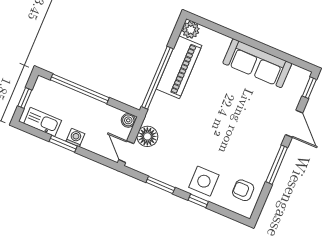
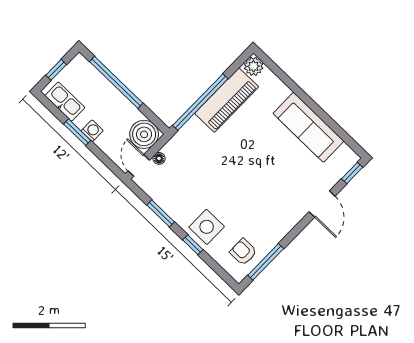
boiler: (128, 120) -> (144, 134), width x1.86, depth x1.86
floor lamp: (147, 136) -> (159, 158), width x0.53, depth x0.53
window: (277, 165) -> (266, 262), moved

